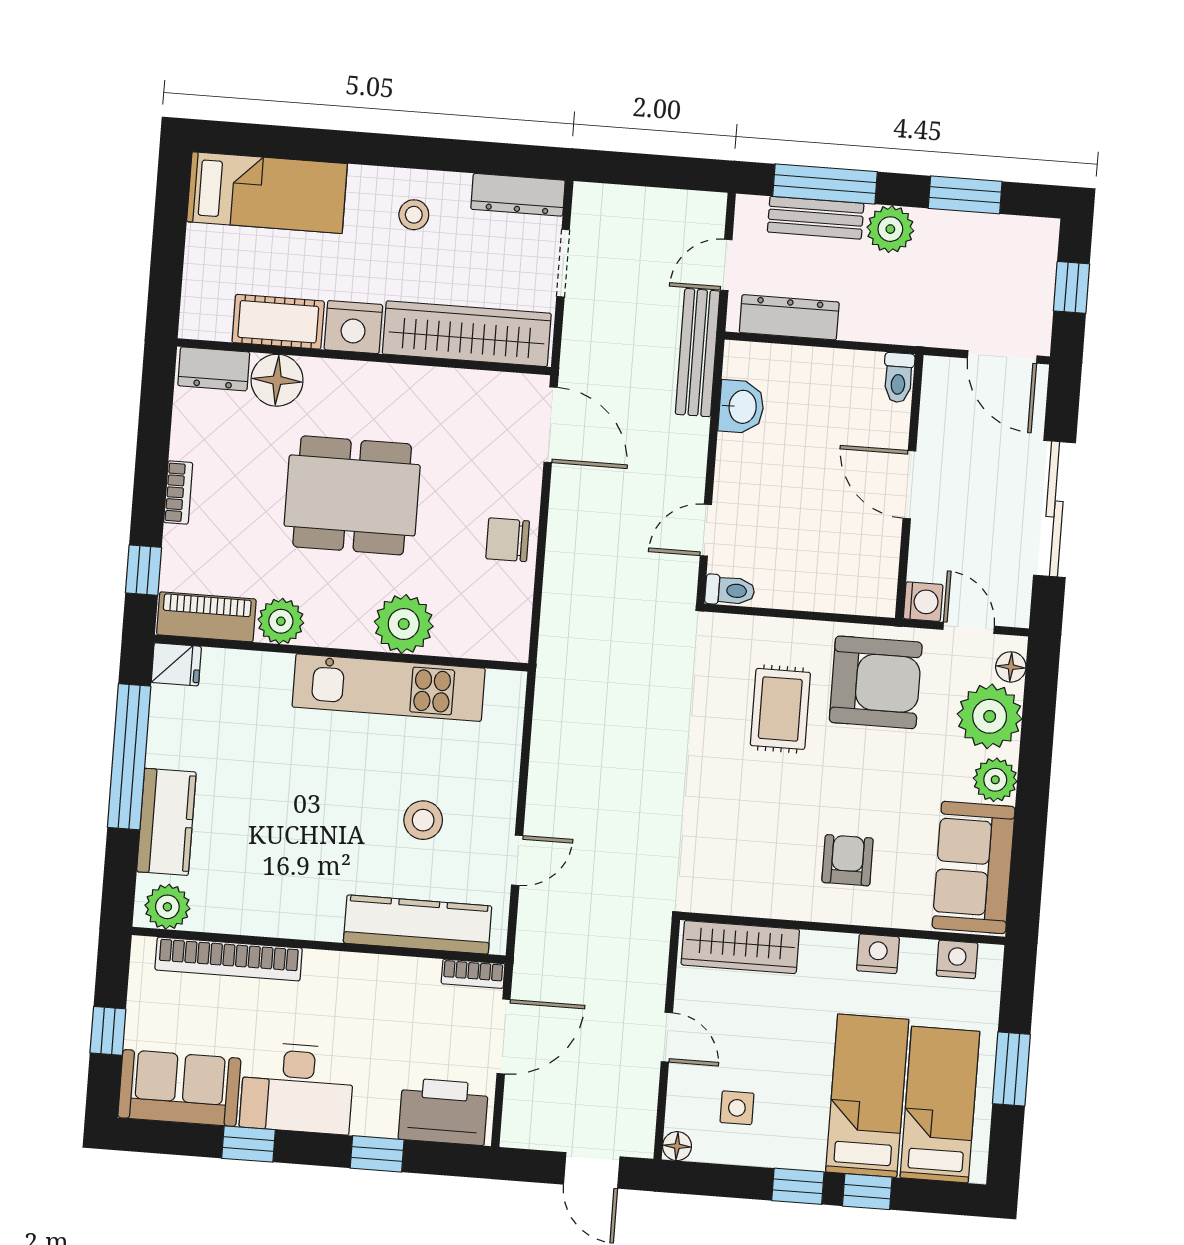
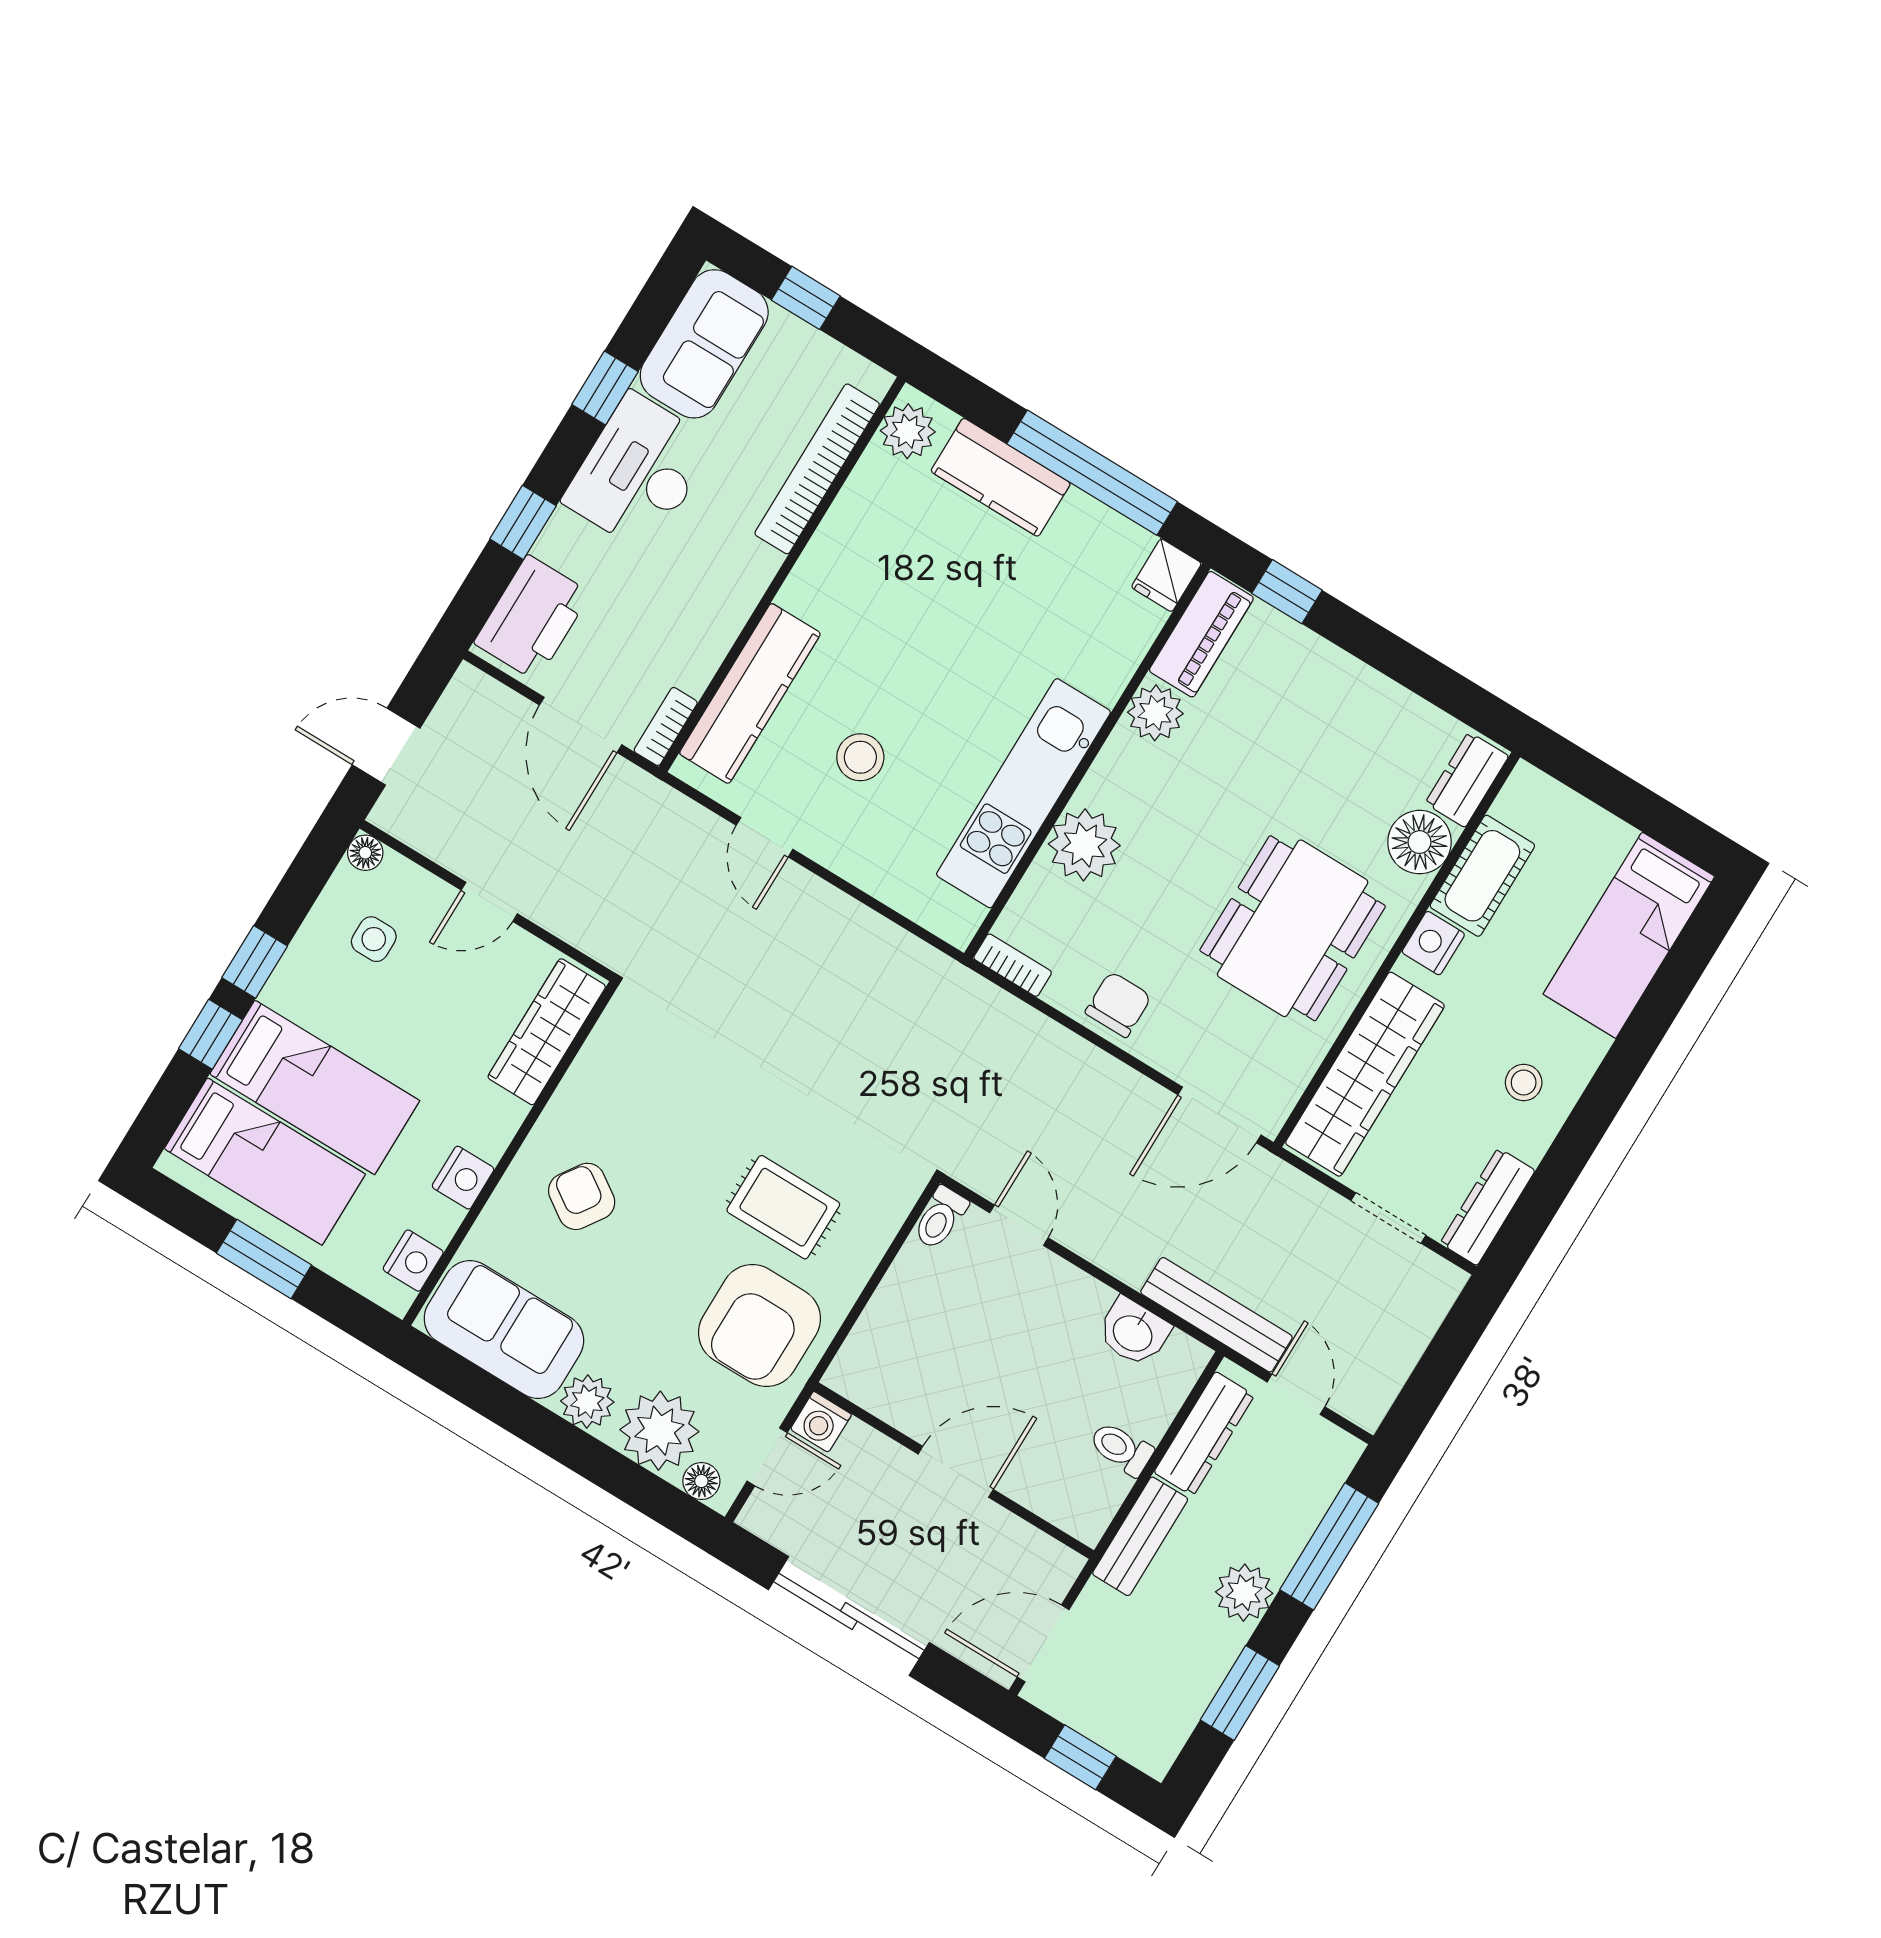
bench: (816, 218) -> (1140, 1536), moved
nightstand: (353, 327) -> (1433, 943), width x0.74, depth x0.75
toilet: (898, 378) -> (1121, 1449), moved
bookcase: (178, 493) -> (1013, 965), moved, turned 180
dining table: (352, 495) -> (1293, 928), moved
armchair: (848, 860) -> (582, 1196), turned -146

